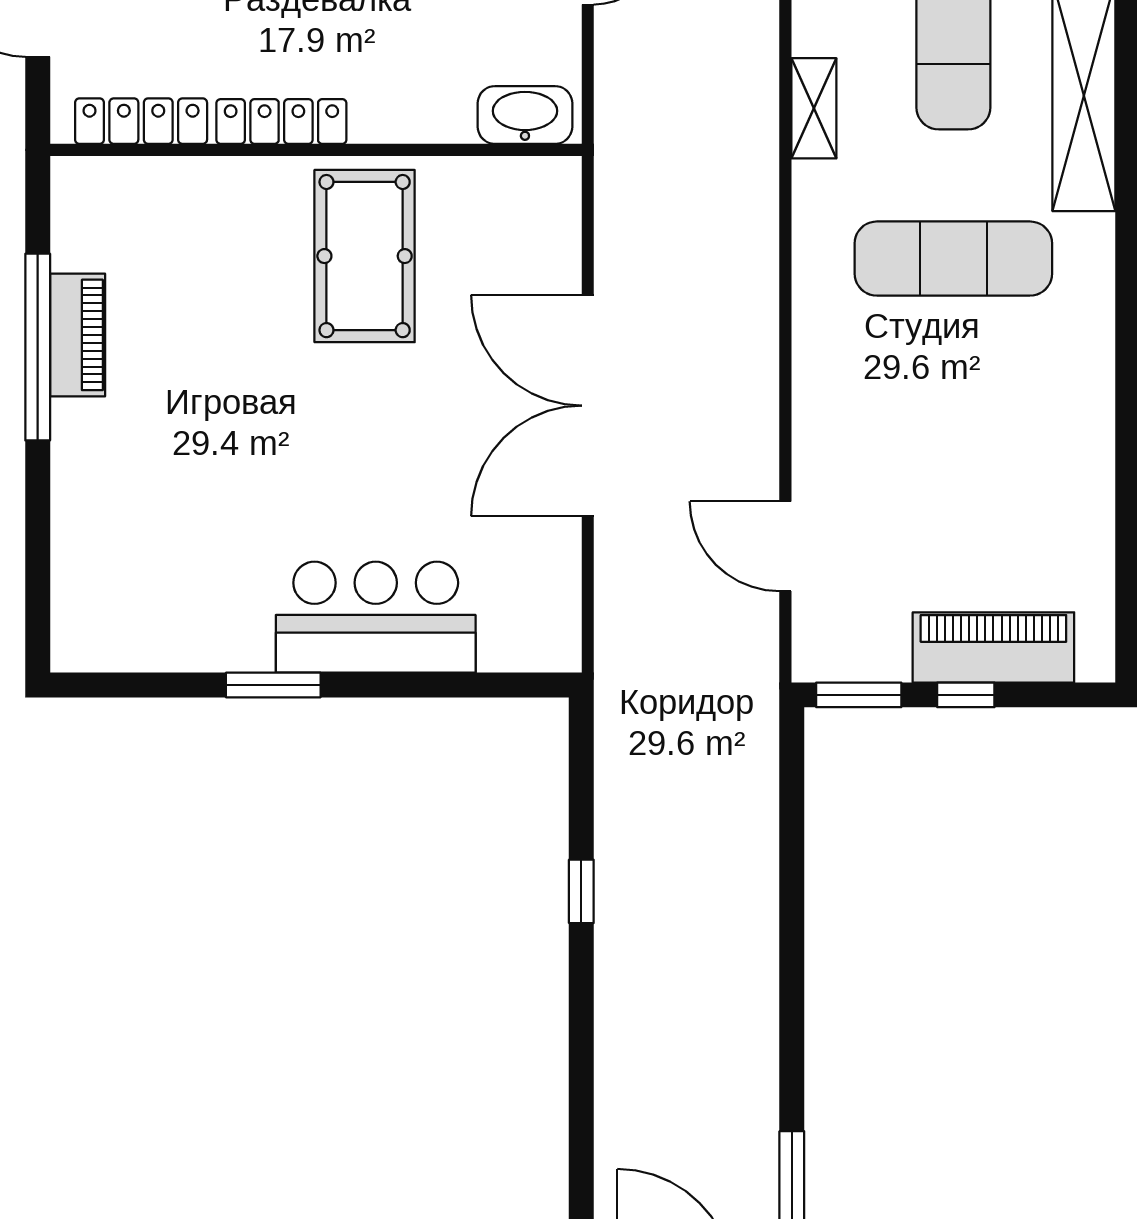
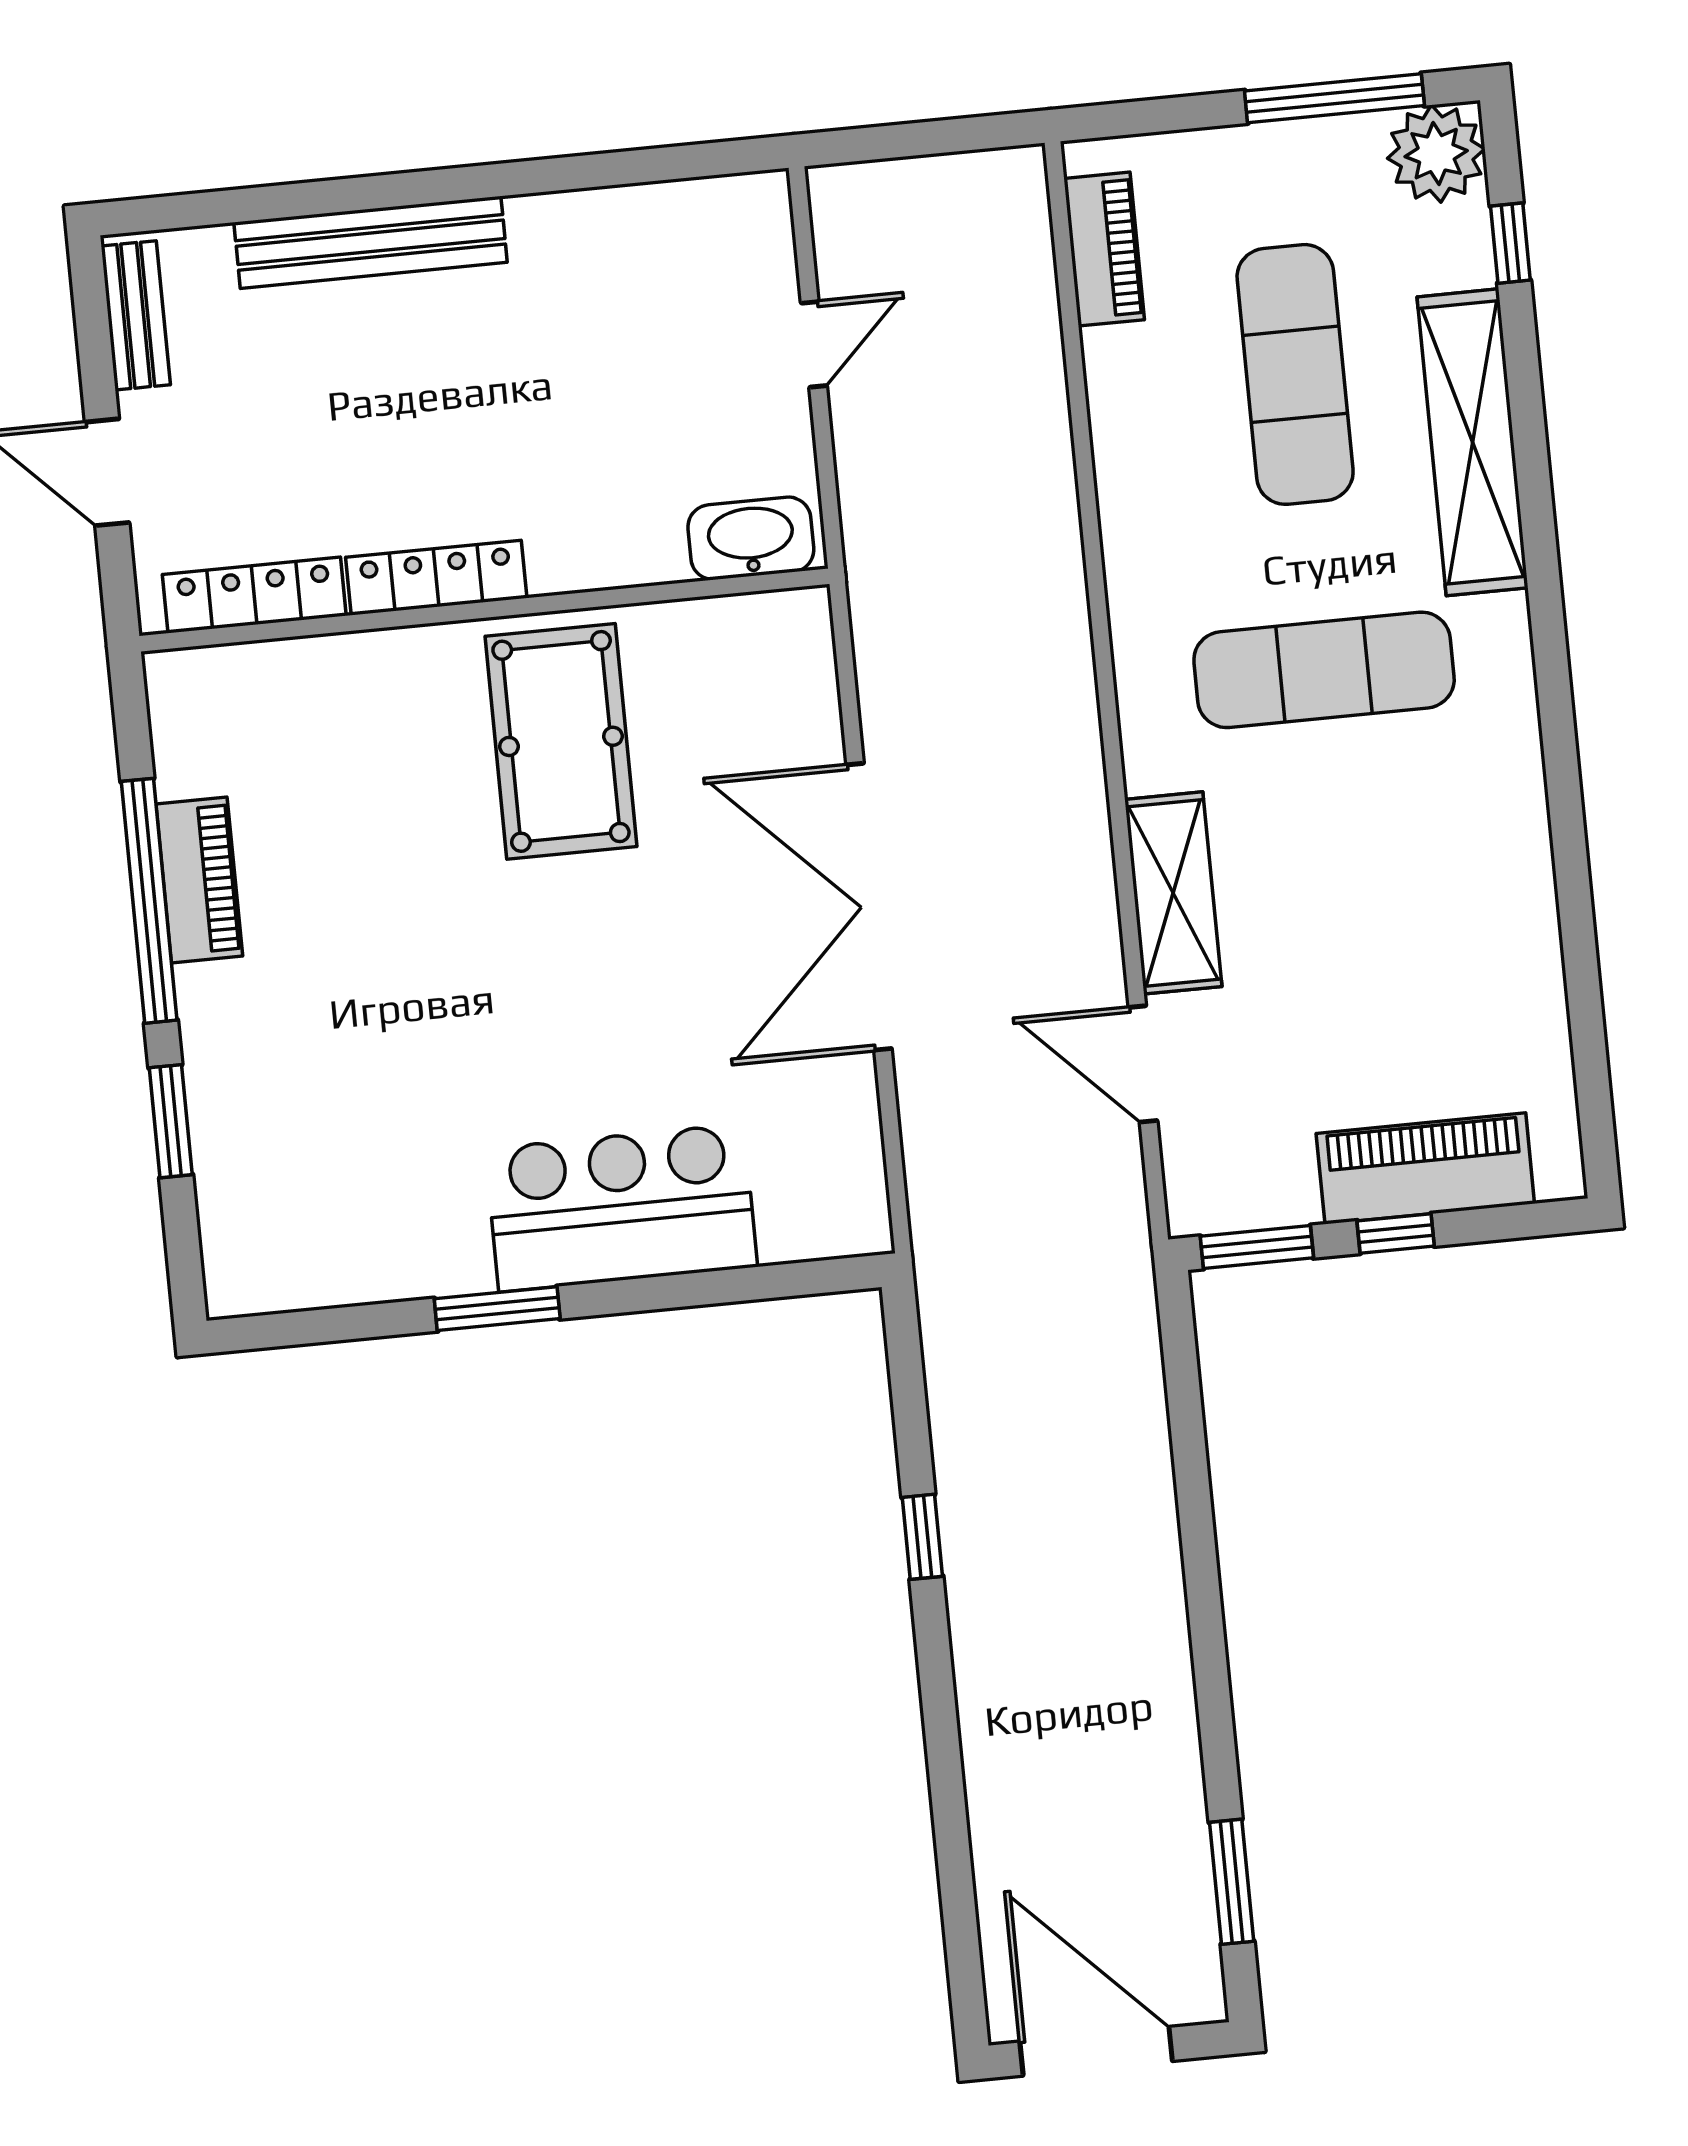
shelving: (814, 108) -> (1173, 893), moved, width x1.50, depth x1.33
window: (38, 517) -> (171, 1121), added

